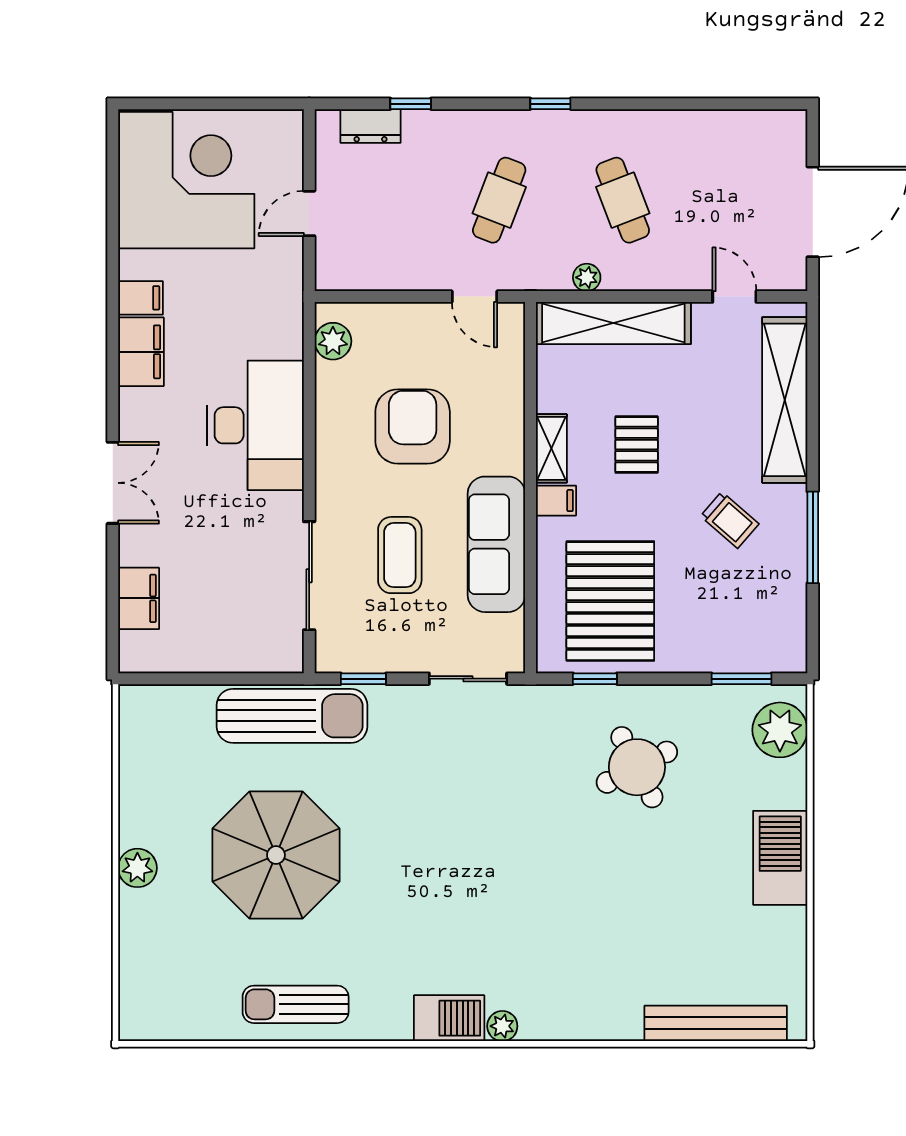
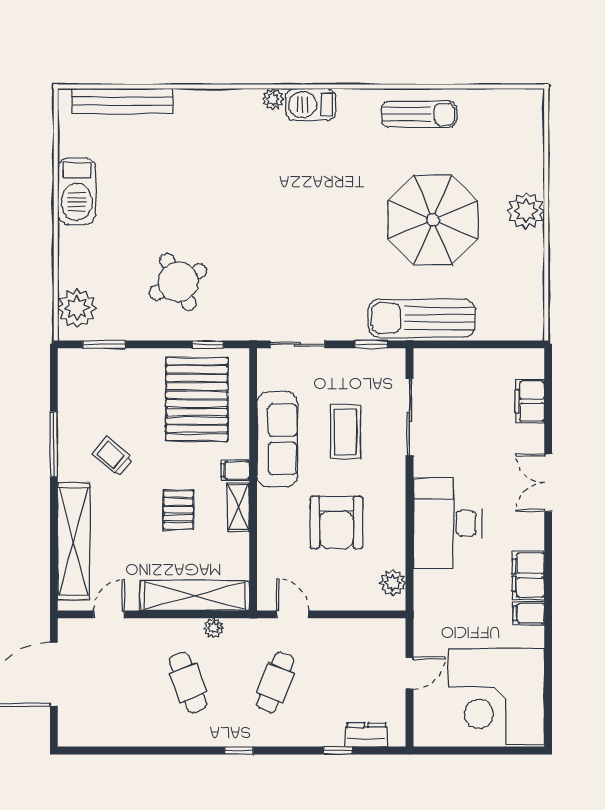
door: (734, 297) -> (109, 614), swing flipped
barbecue: (780, 858) -> (77, 191), moved
plant: (137, 868) -> (526, 211), width x1.36, depth x1.36

